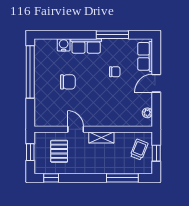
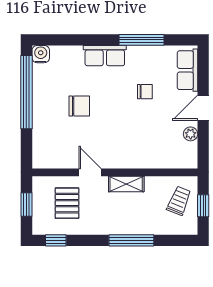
water cooler: (64, 45) -> (41, 54), moved
plant: (147, 113) -> (191, 134), moved
window: (122, 178) -> (131, 240), moved

